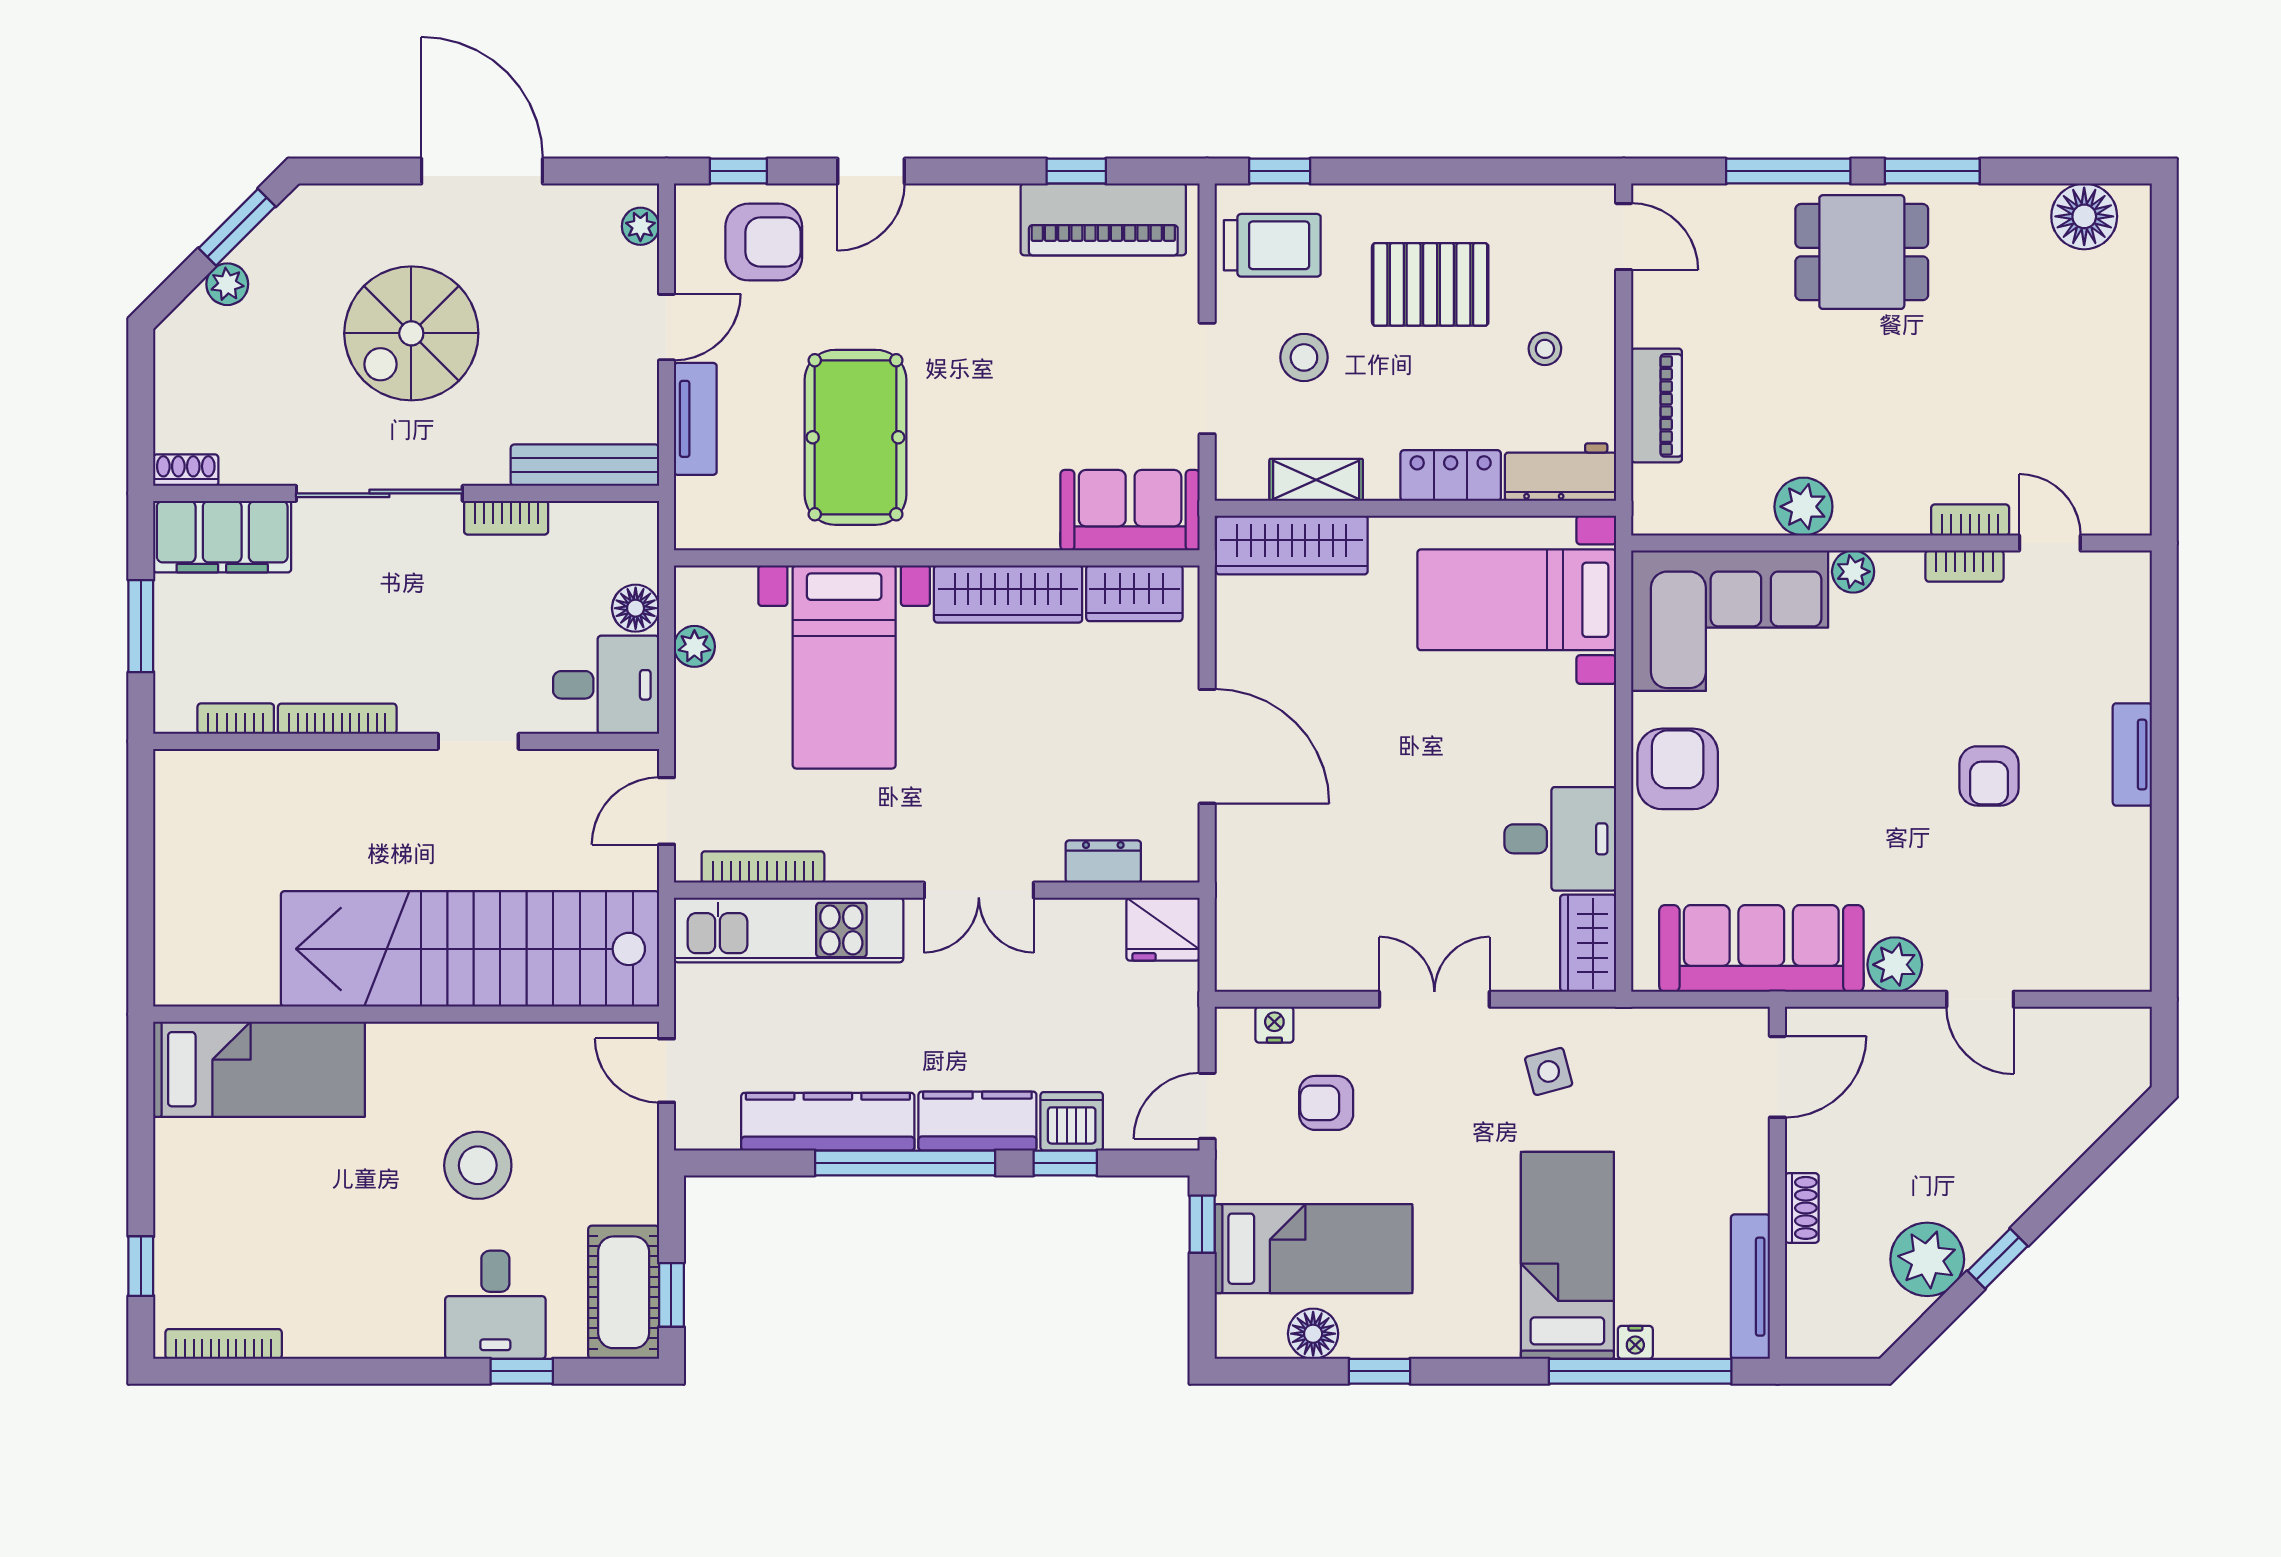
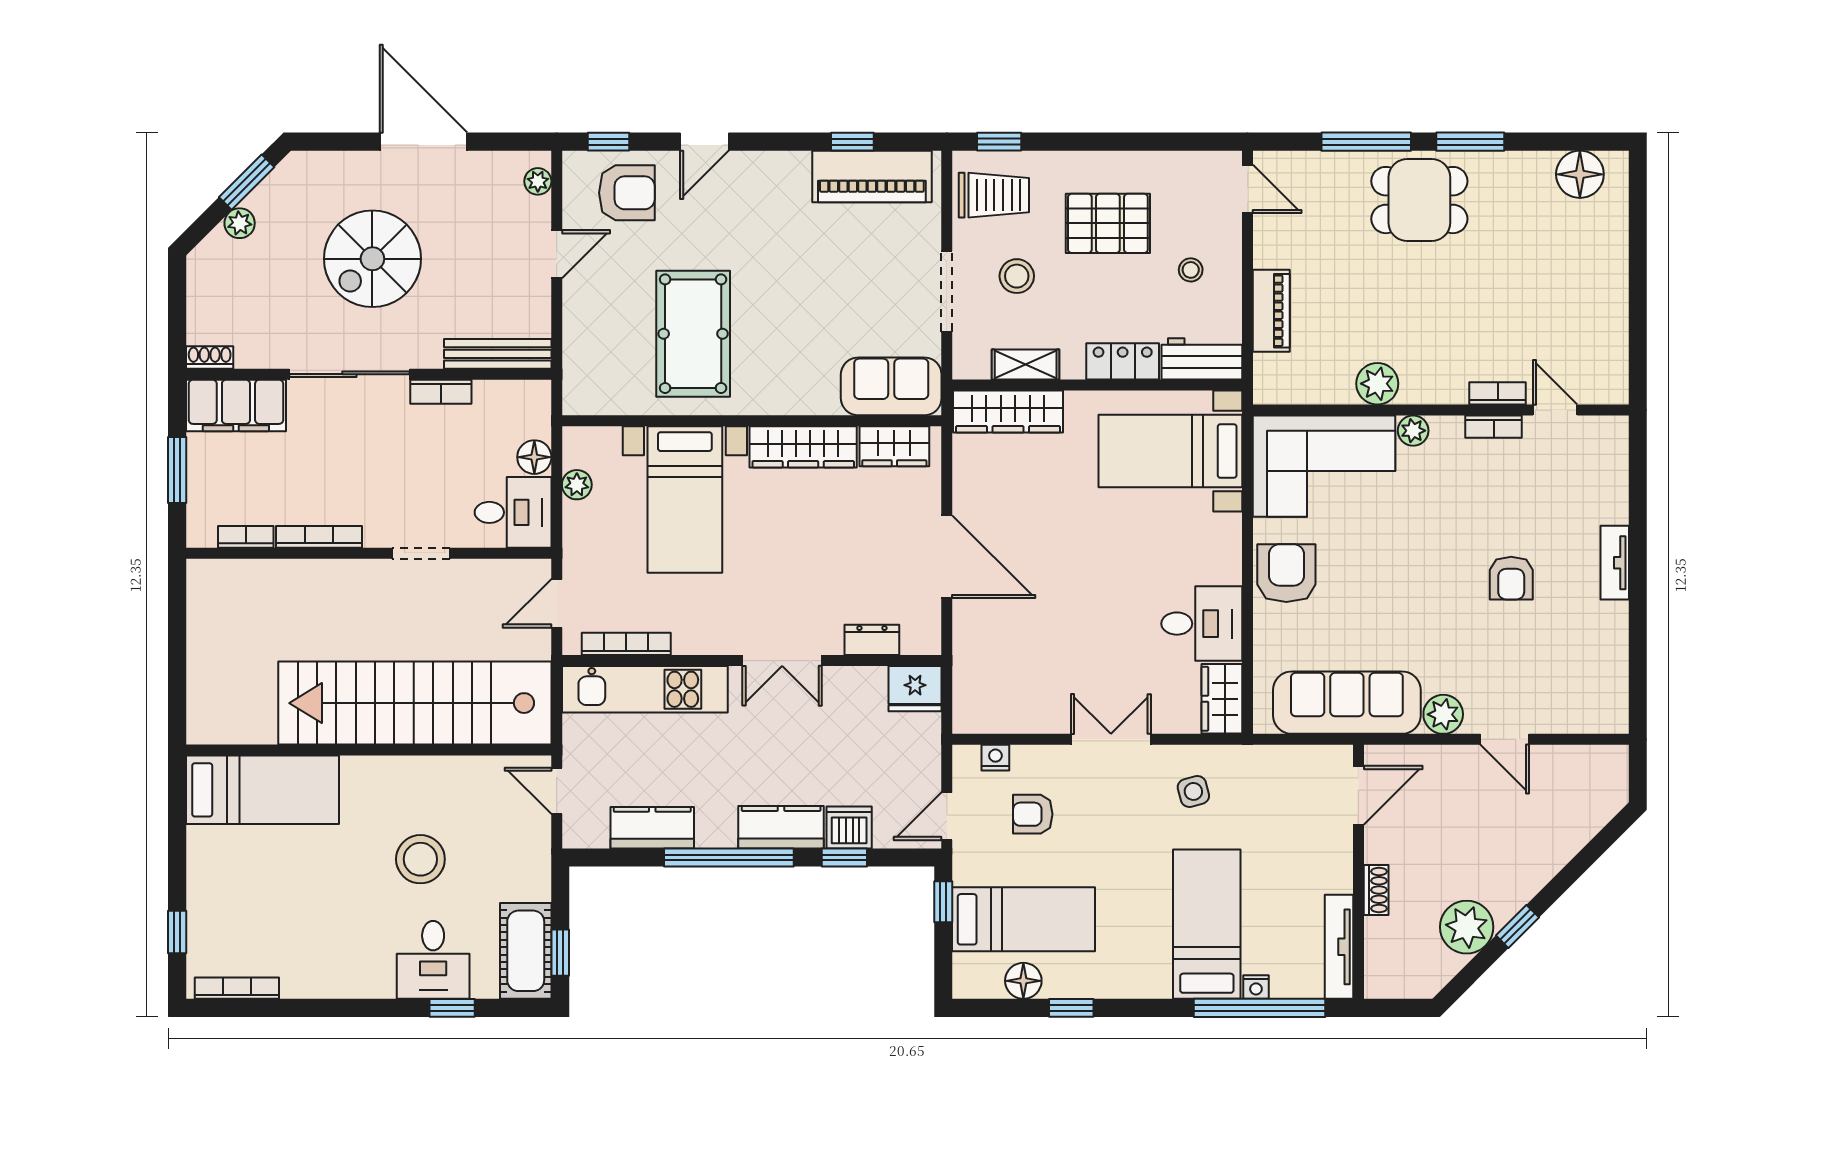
tv unit: (695, 419) -> (577, 320), removed
kitchen counter: (828, 1122) -> (652, 828), width x0.67

